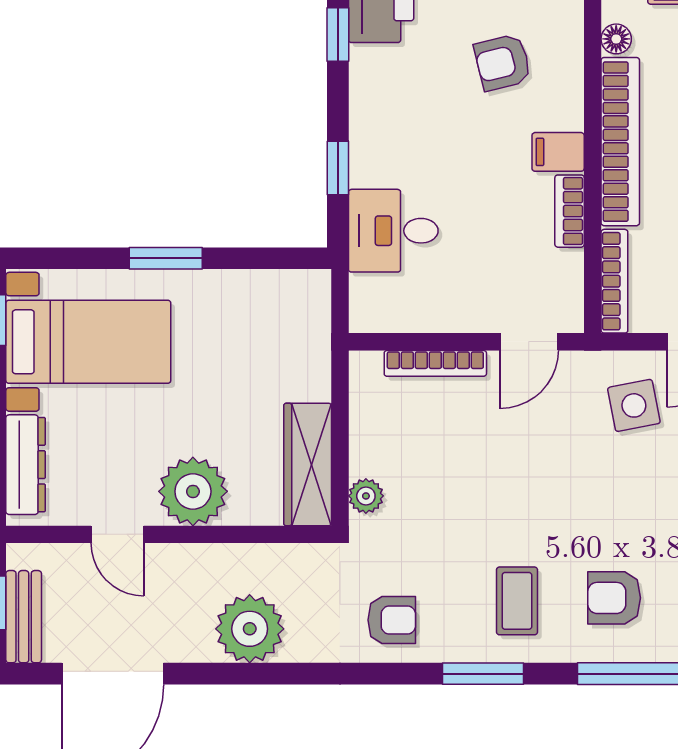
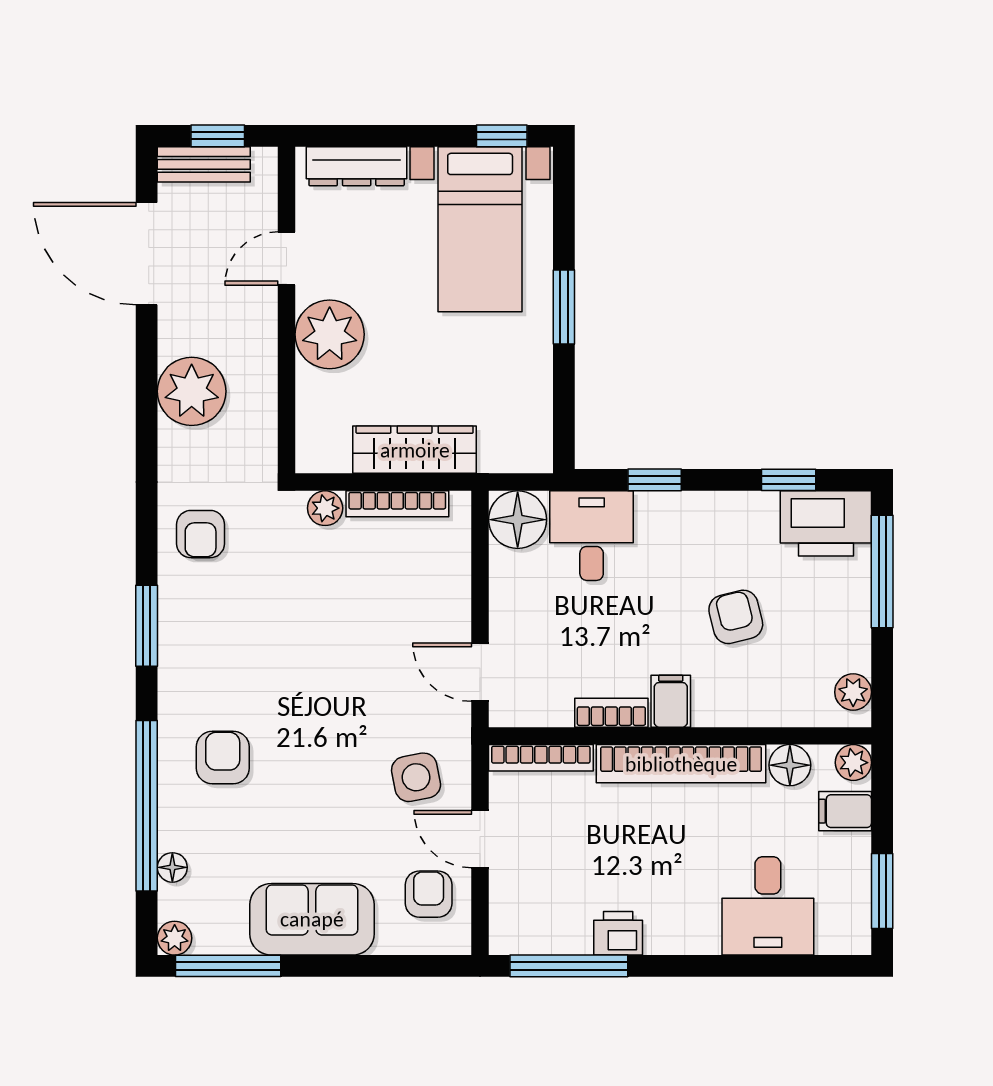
floor lamp: (616, 39) -> (790, 765), width x1.37, depth x1.37
armchair: (503, 62) -> (736, 617), moved
floor lamp: (377, 304) -> (518, 520), added
bookcase: (435, 363) -> (397, 504), moved, turned -90
wardrobe: (308, 464) -> (415, 450), moved
coffee table: (517, 601) -> (220, 660), removed

